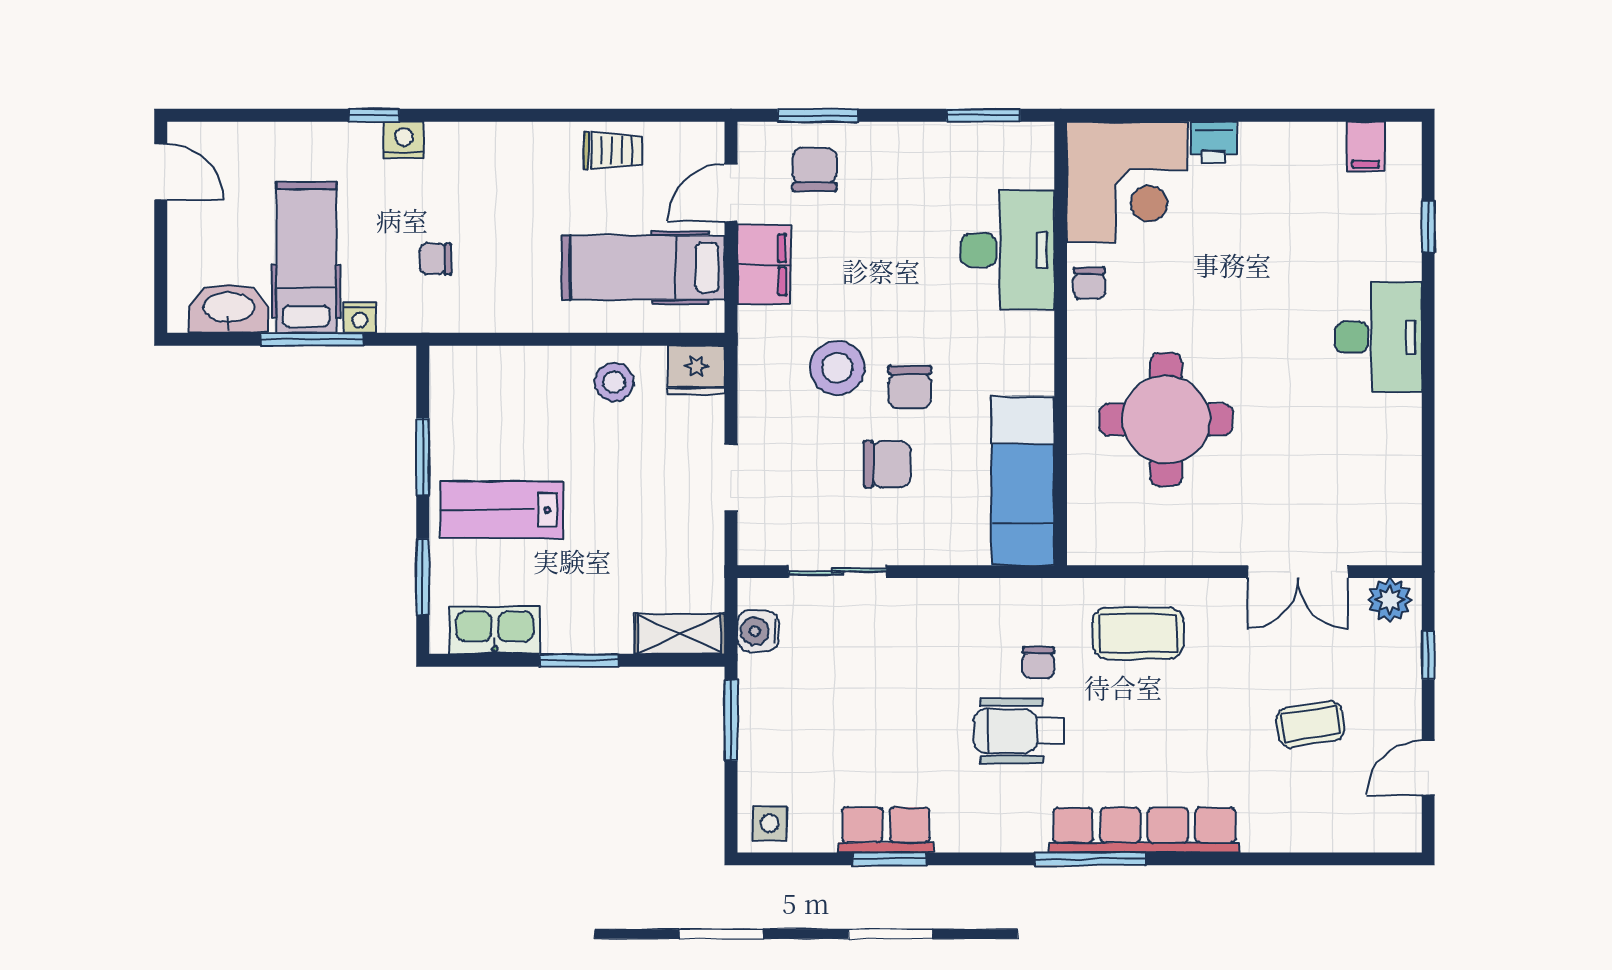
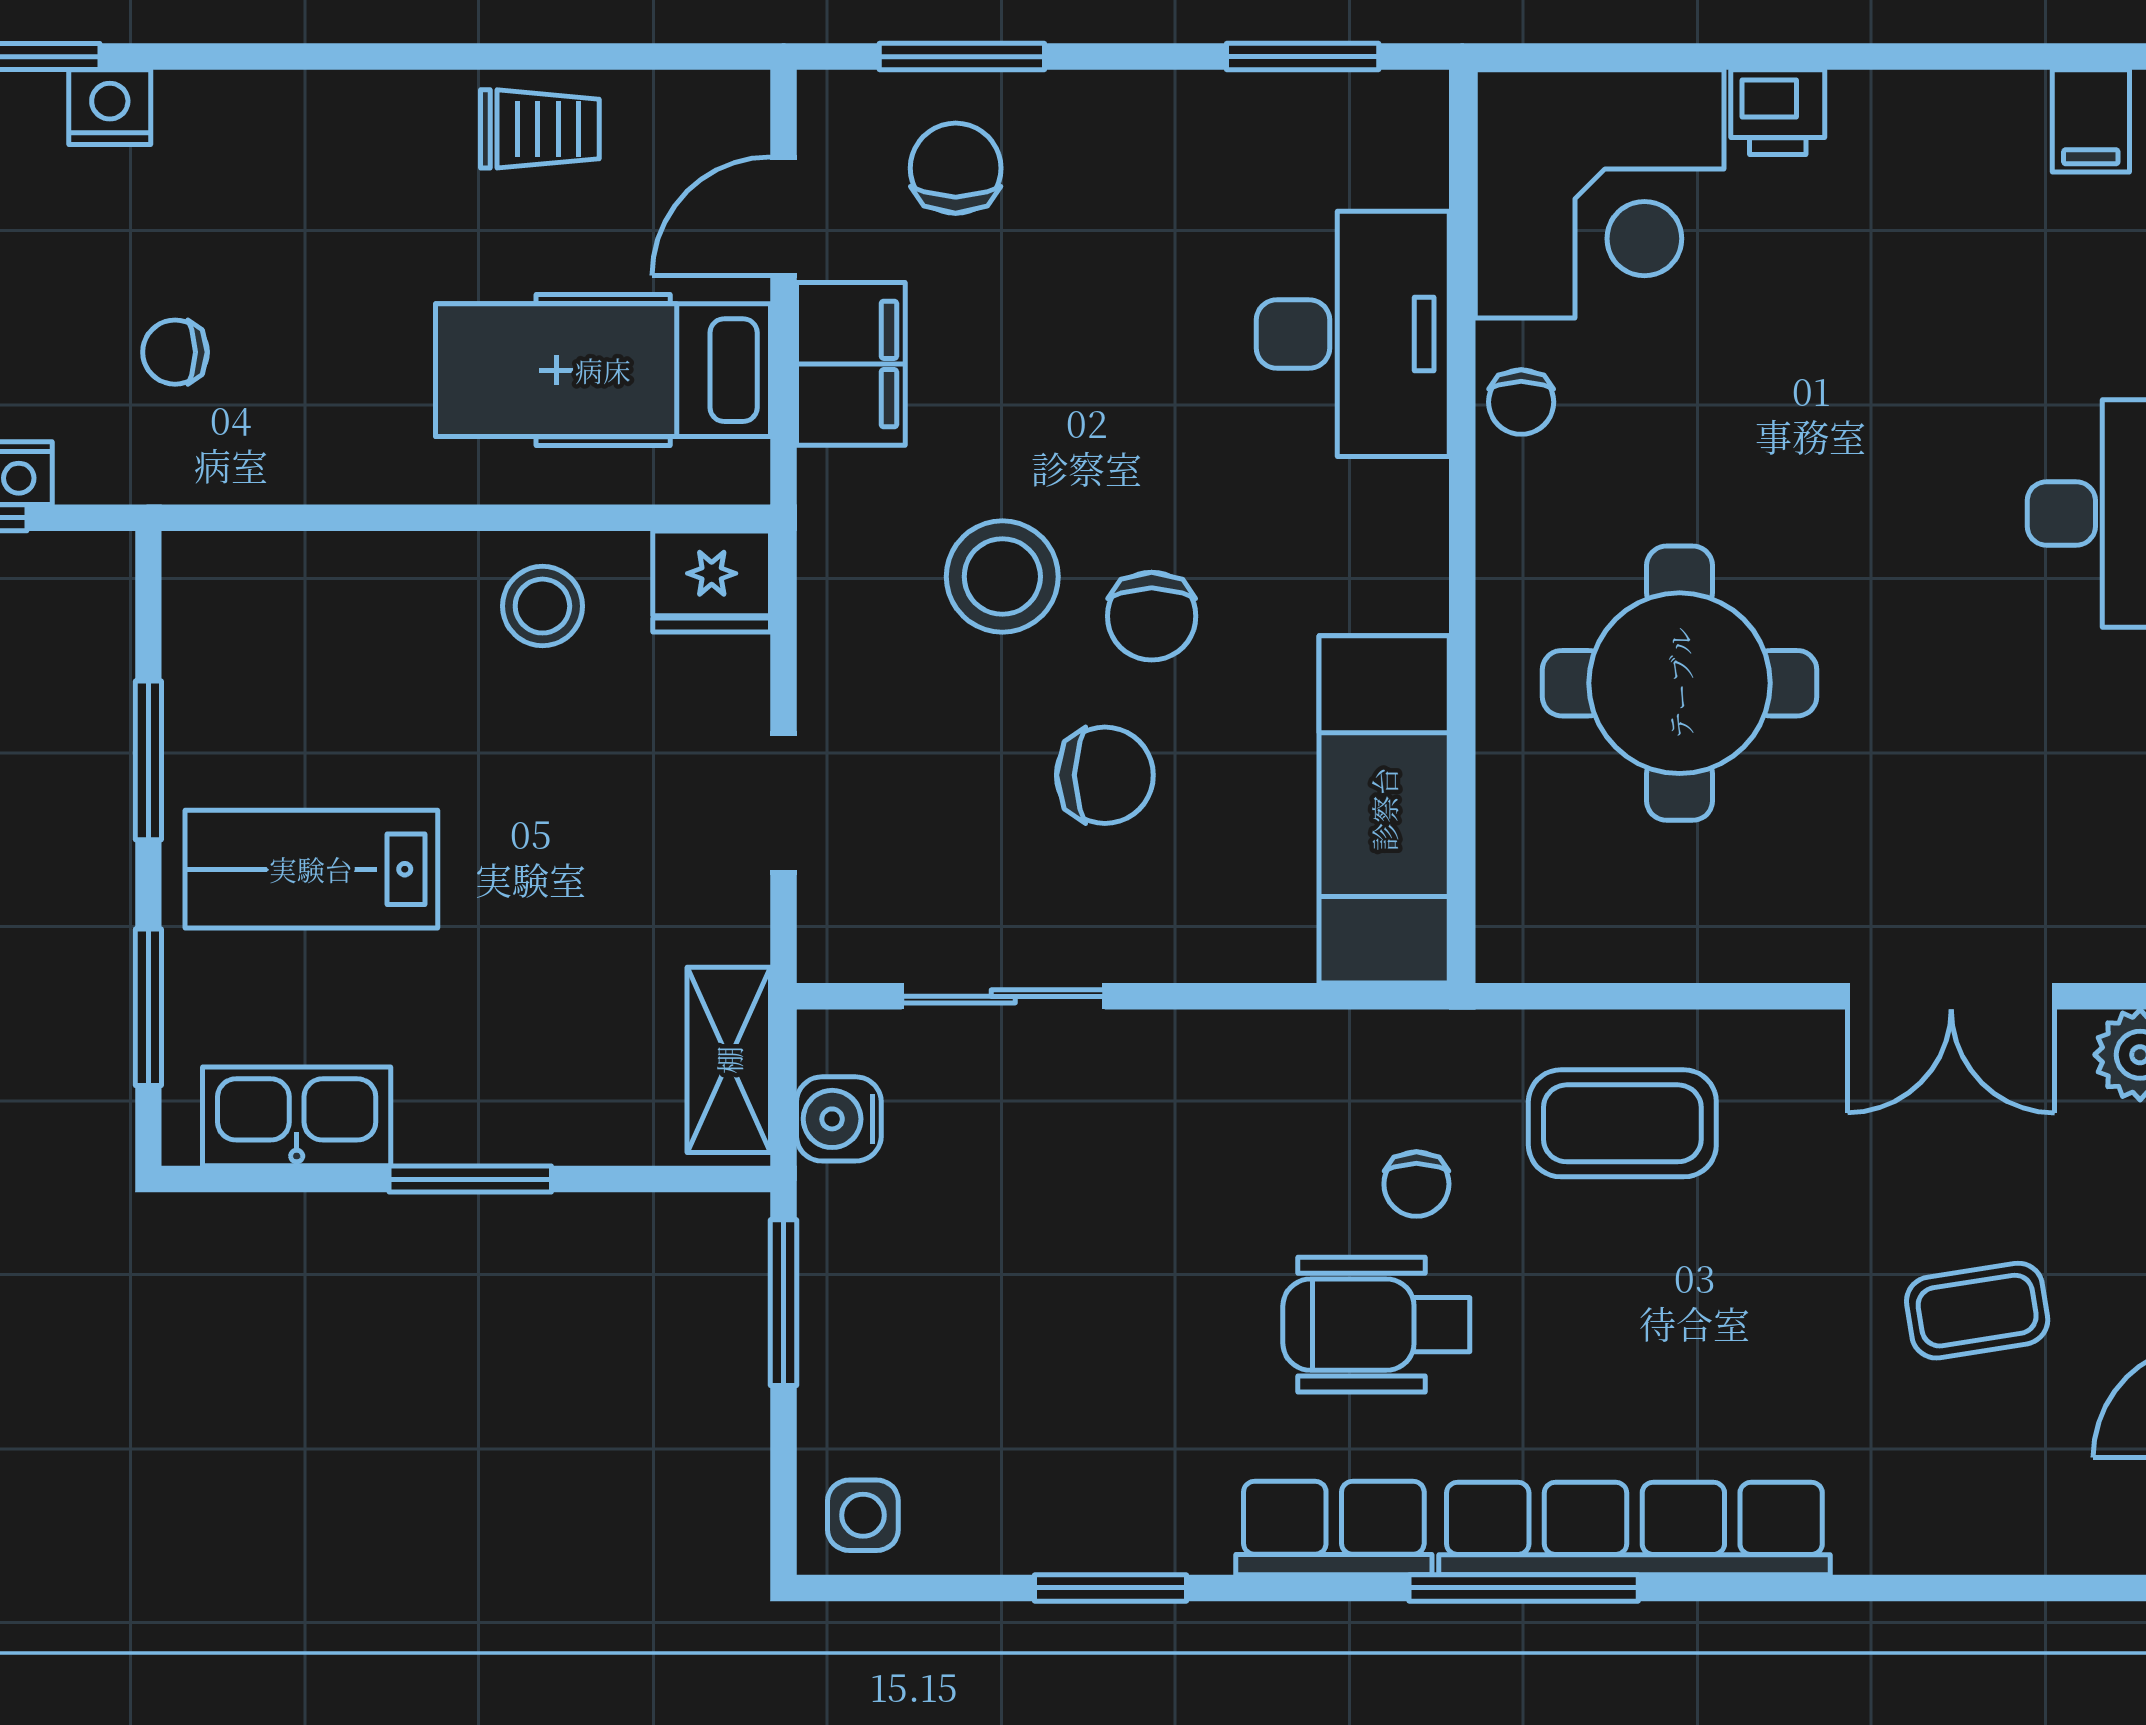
shelving: (680, 634) -> (729, 1060), moved, turned 90
row of seats: (886, 830) -> (1334, 1528), moved

